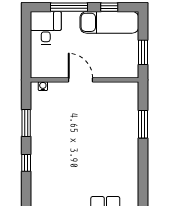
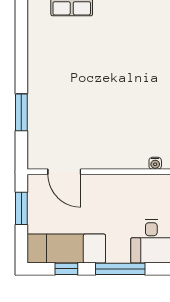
door: (80, 80) -> (64, 172), moved

